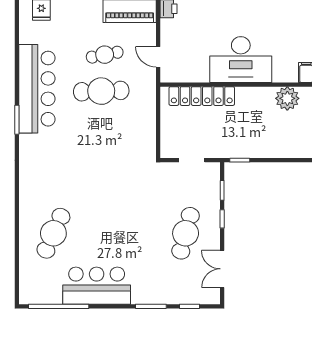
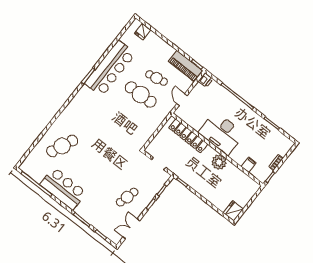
plant: (287, 98) -> (219, 162), moved
cafe table: (186, 233) -> (127, 197), width x0.73, depth x0.74

